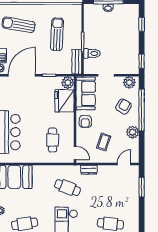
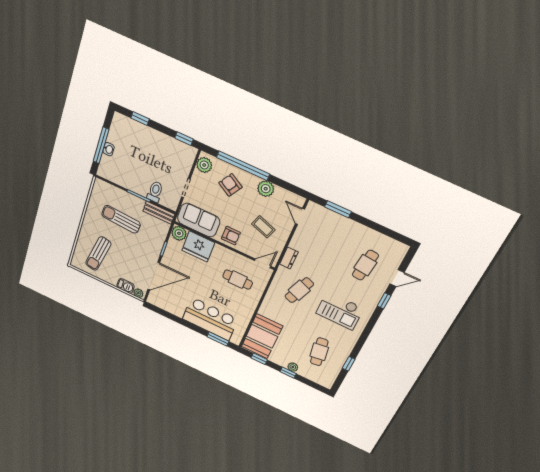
door: (22, 75) -> (154, 276), swing flipped

